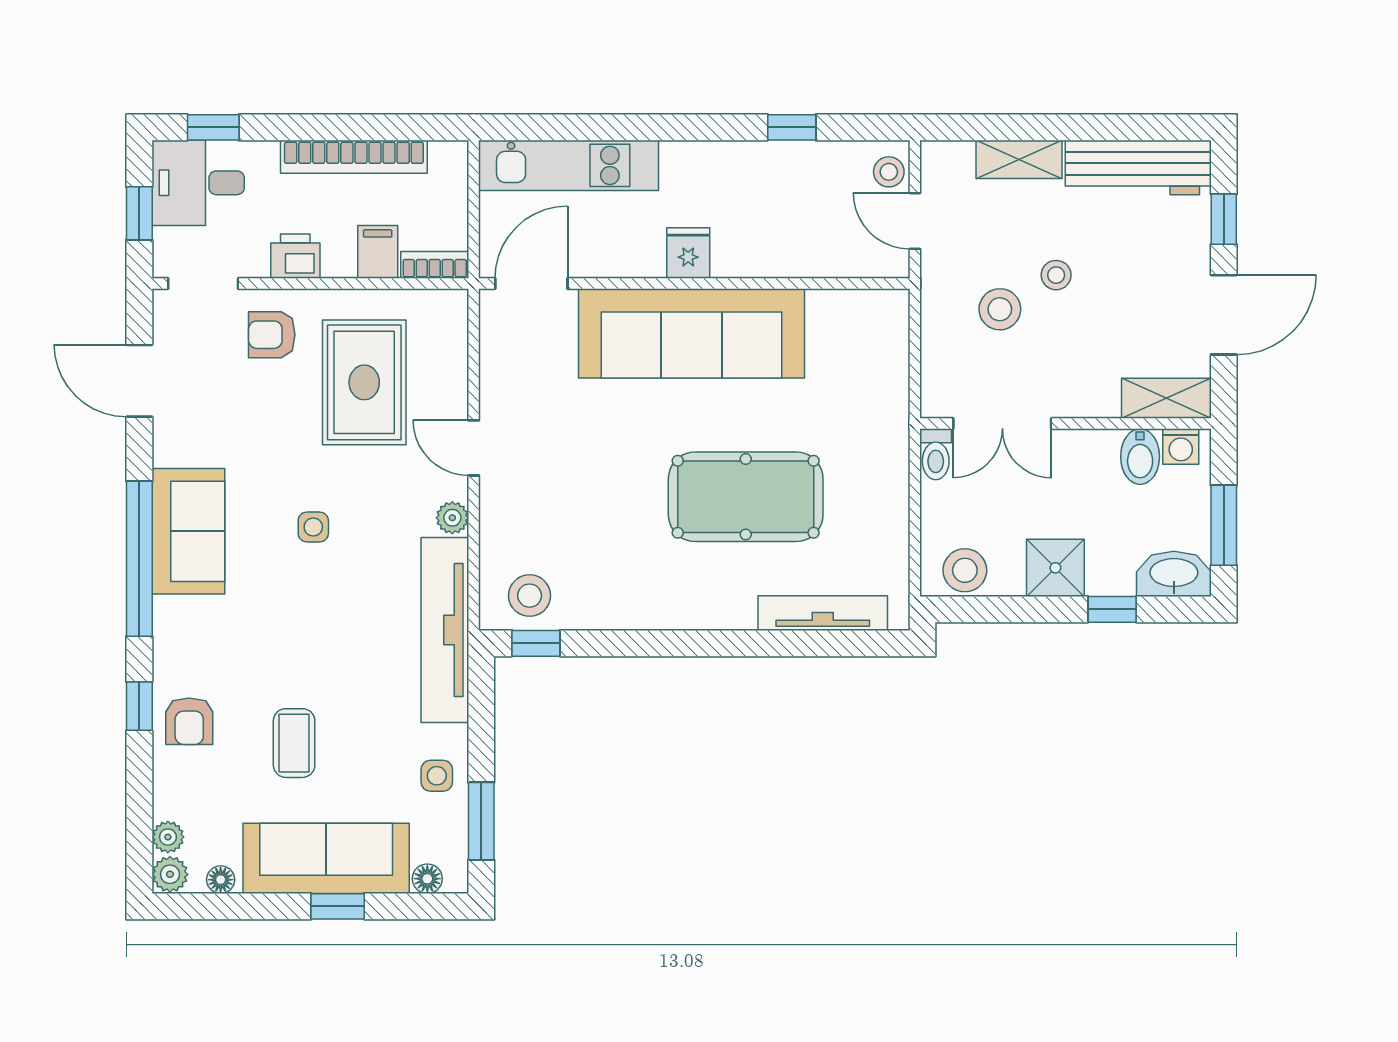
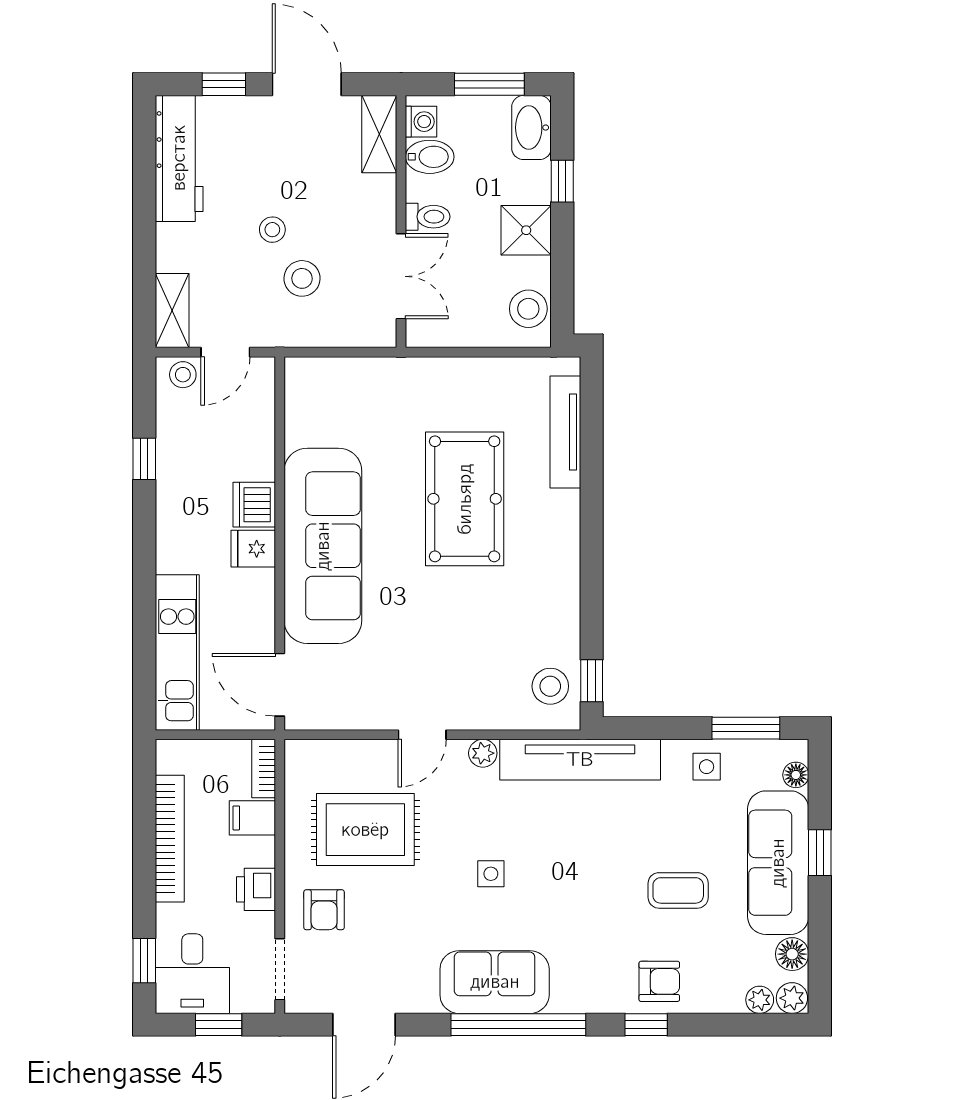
shelving: (1019, 159) -> (172, 310), moved
dishwasher: (739, 254) -> (254, 505), added
toilet: (936, 454) -> (428, 217), moved
floor lamp: (221, 880) -> (792, 954), width x1.37, depth x1.37

